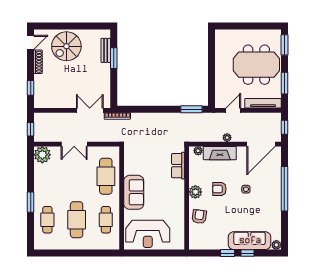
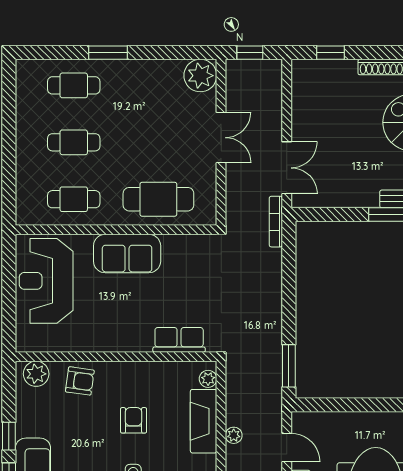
double door: (74, 144) -> (221, 138), swing flipped
plant: (195, 192) -> (36, 374), moved
cafe table: (77, 220) -> (74, 142), width x0.73, depth x0.74

